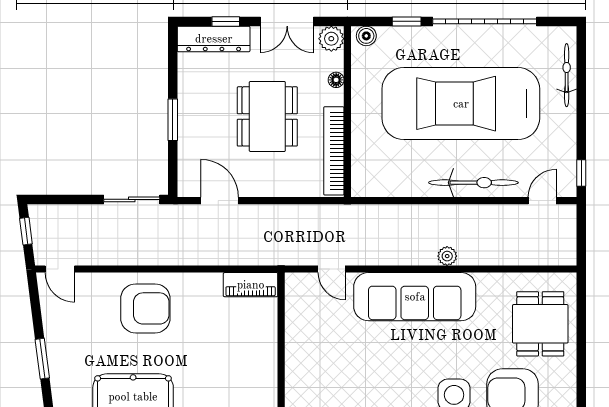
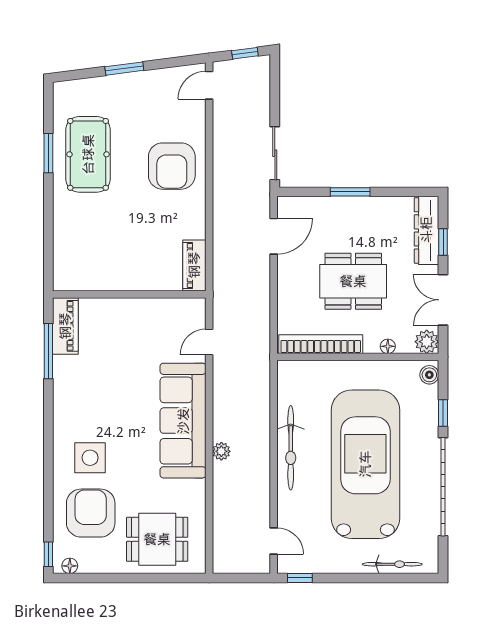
bicycle: (473, 183) -> (291, 448), moved

